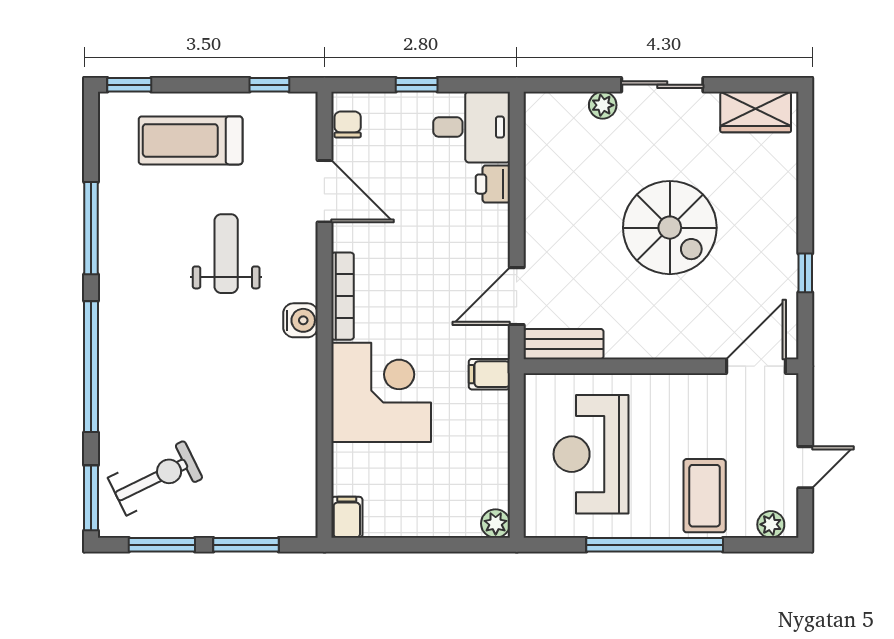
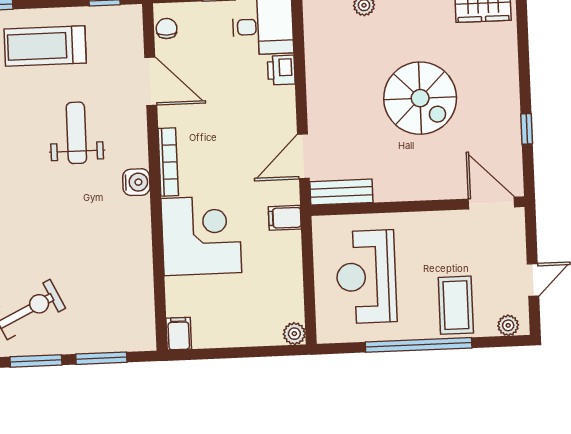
door: (756, 366) -> (492, 203), hinge flipped

